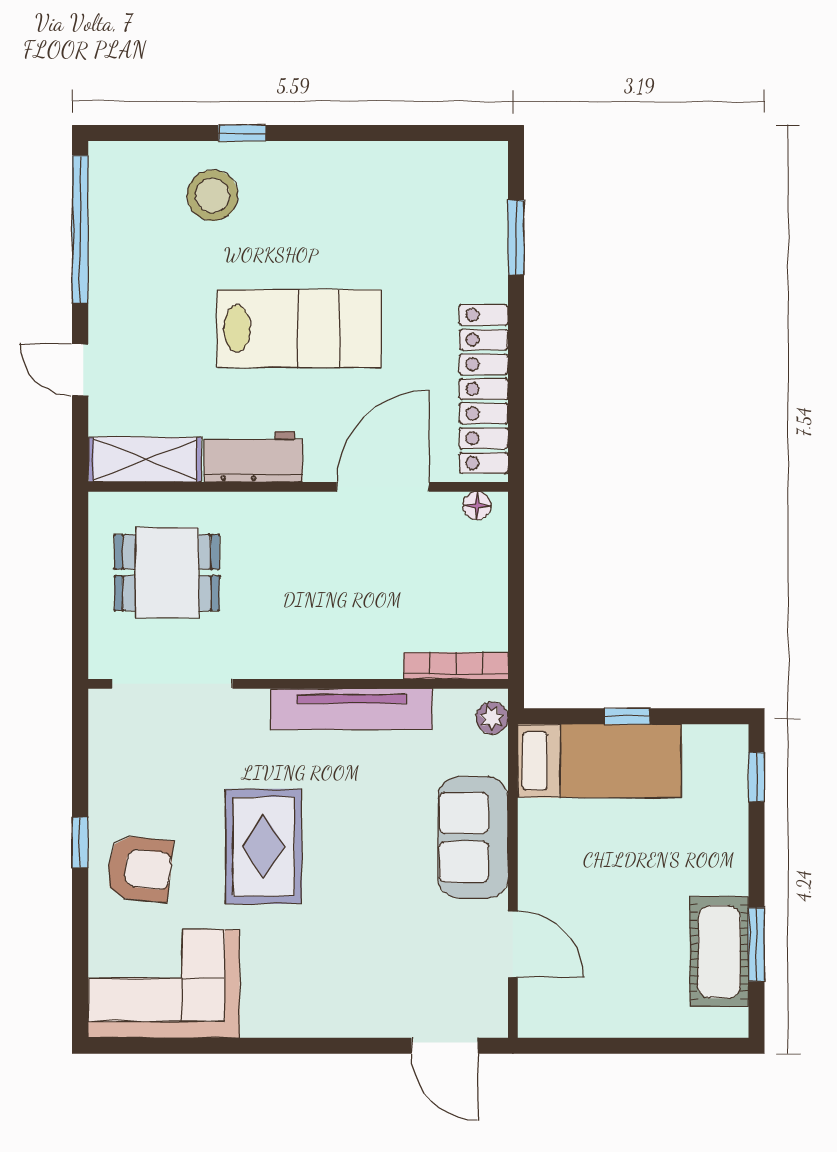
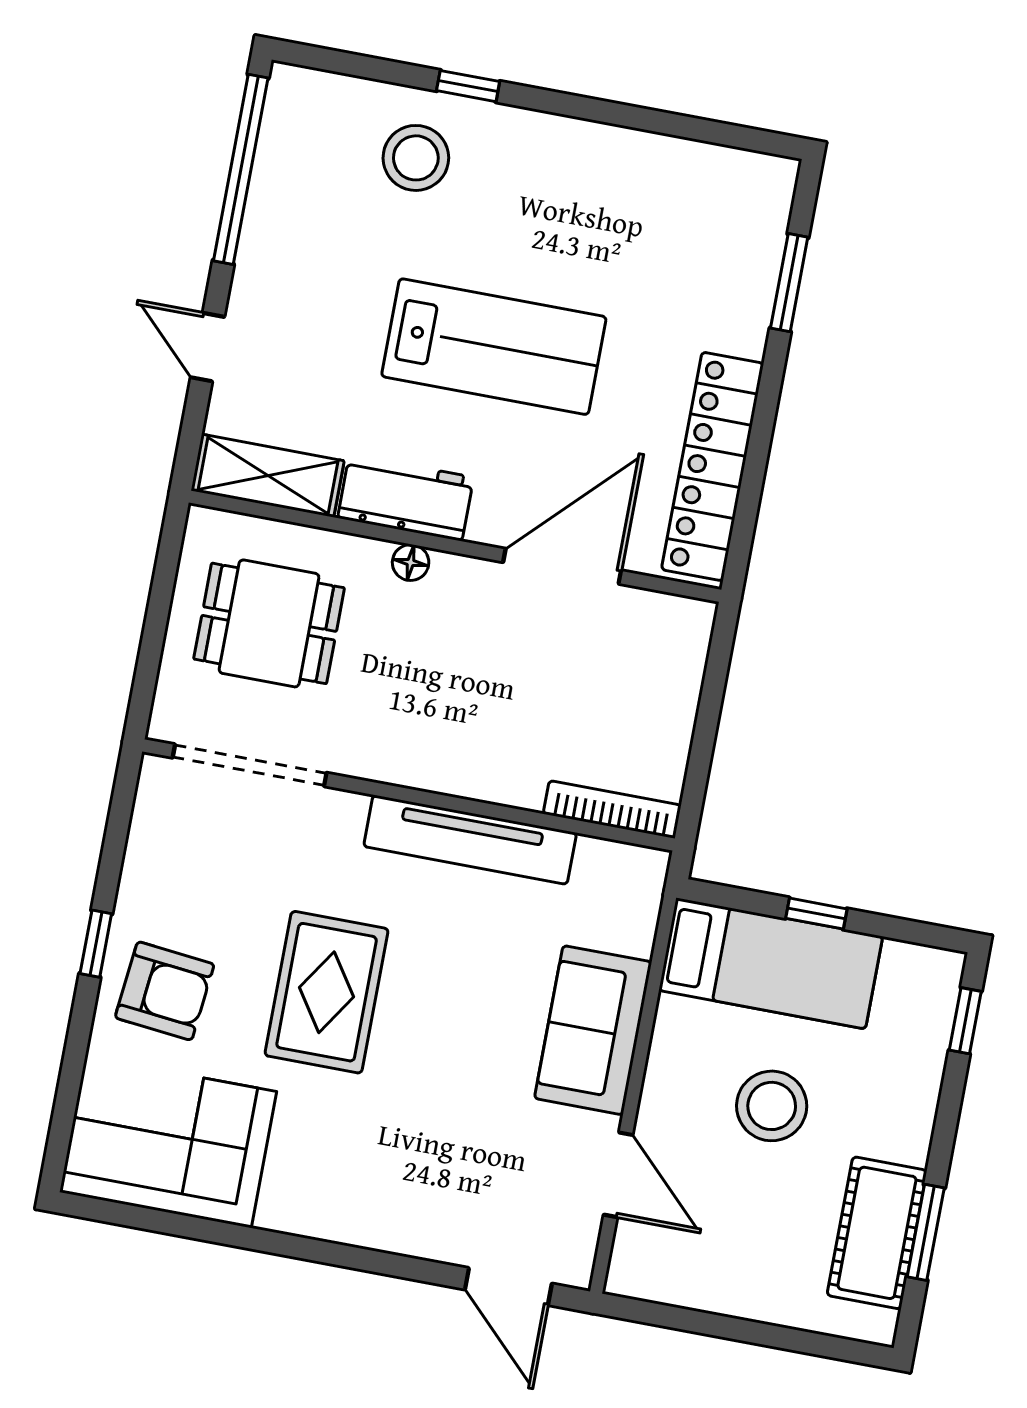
floor lamp: (477, 506) -> (411, 562), moved
plant: (492, 718) -> (646, 884), removed
stool: (620, 870) -> (772, 1106), added

